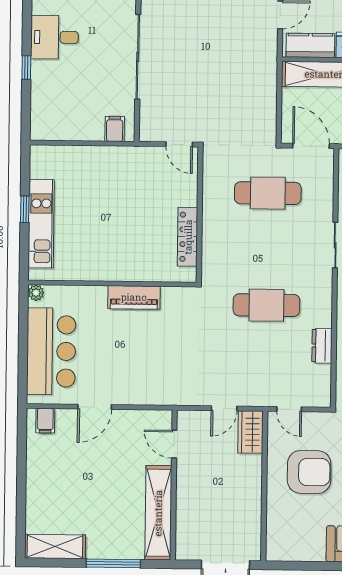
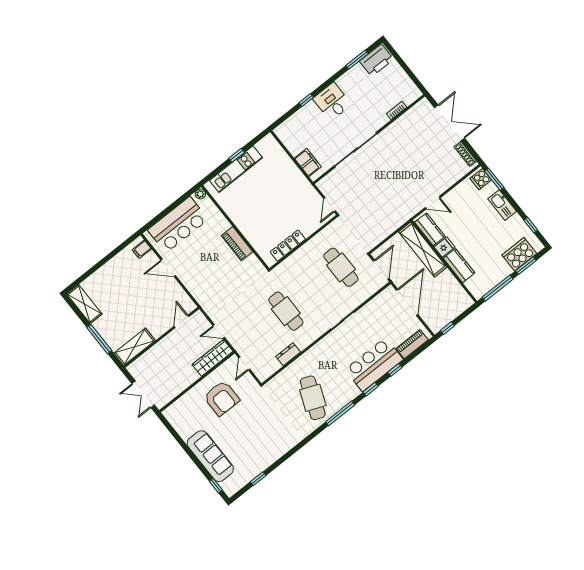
filing cabinet: (115, 129) -> (308, 163), width x2.00
wardrobe: (250, 432) -> (213, 358), width x1.50
shelving: (158, 513) -> (135, 347), width x0.68

